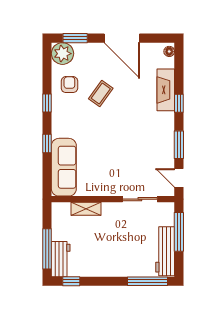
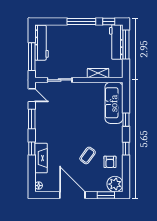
workbench: (61, 259) -> (116, 42), width x1.38
window: (147, 281) -> (81, 21), moved

